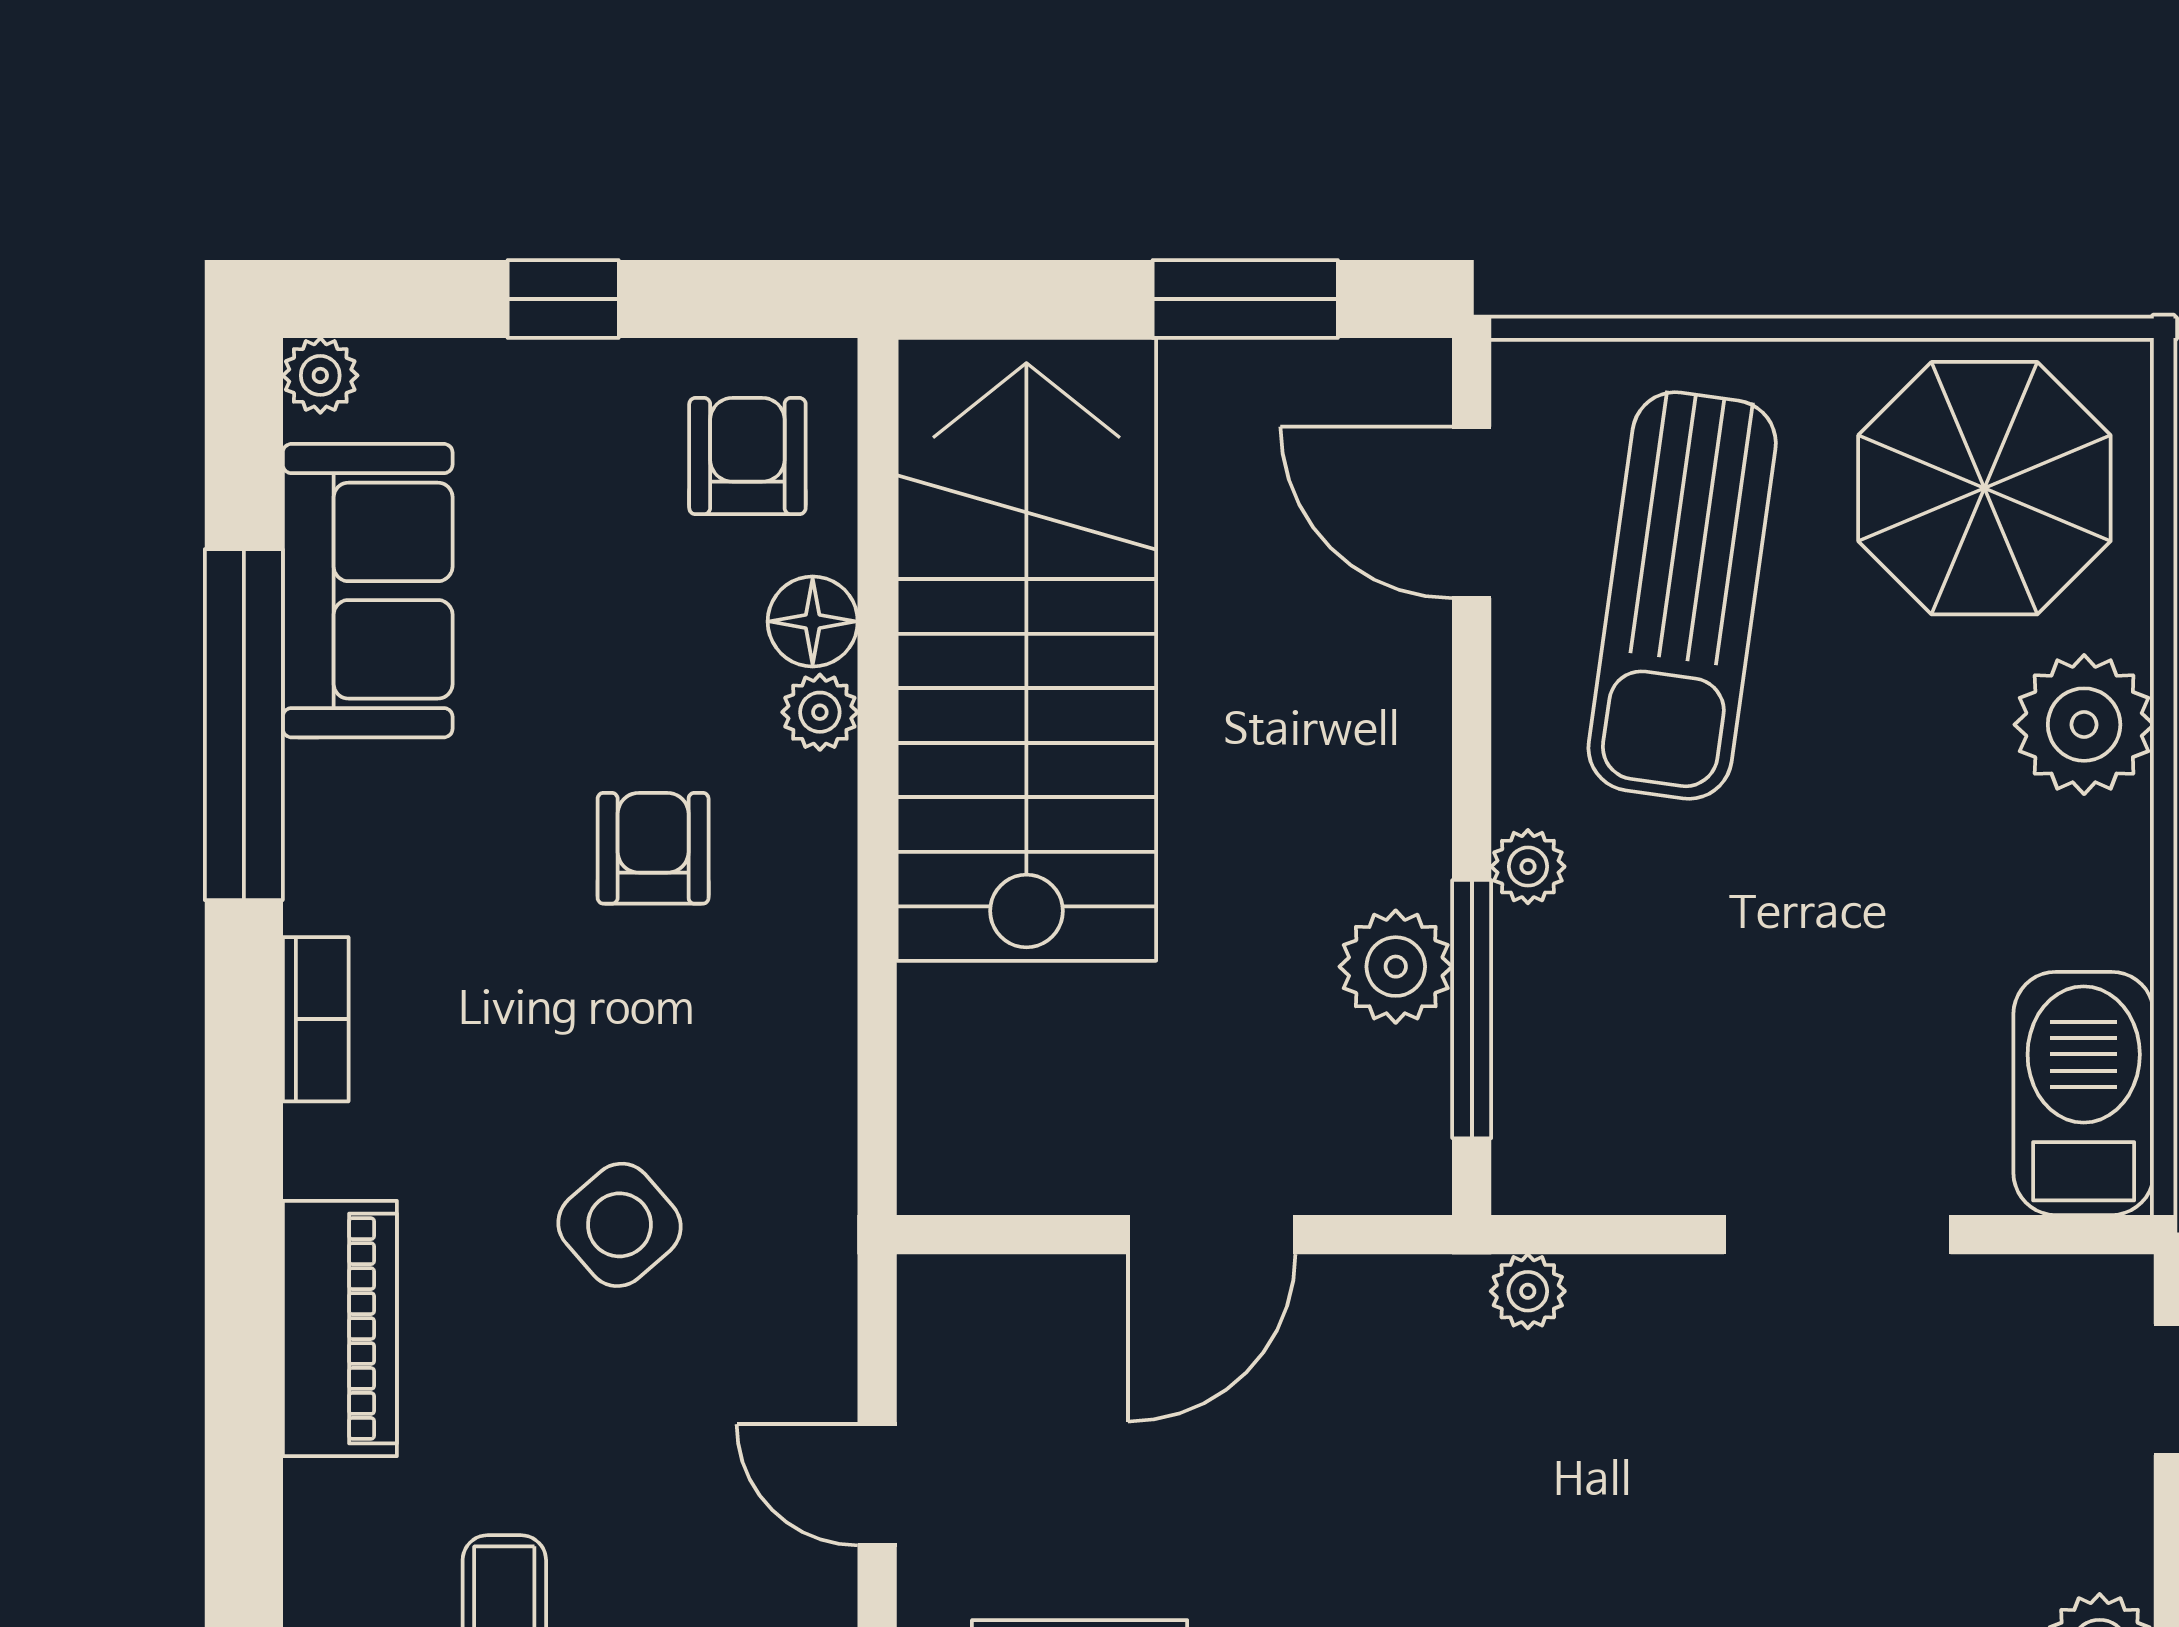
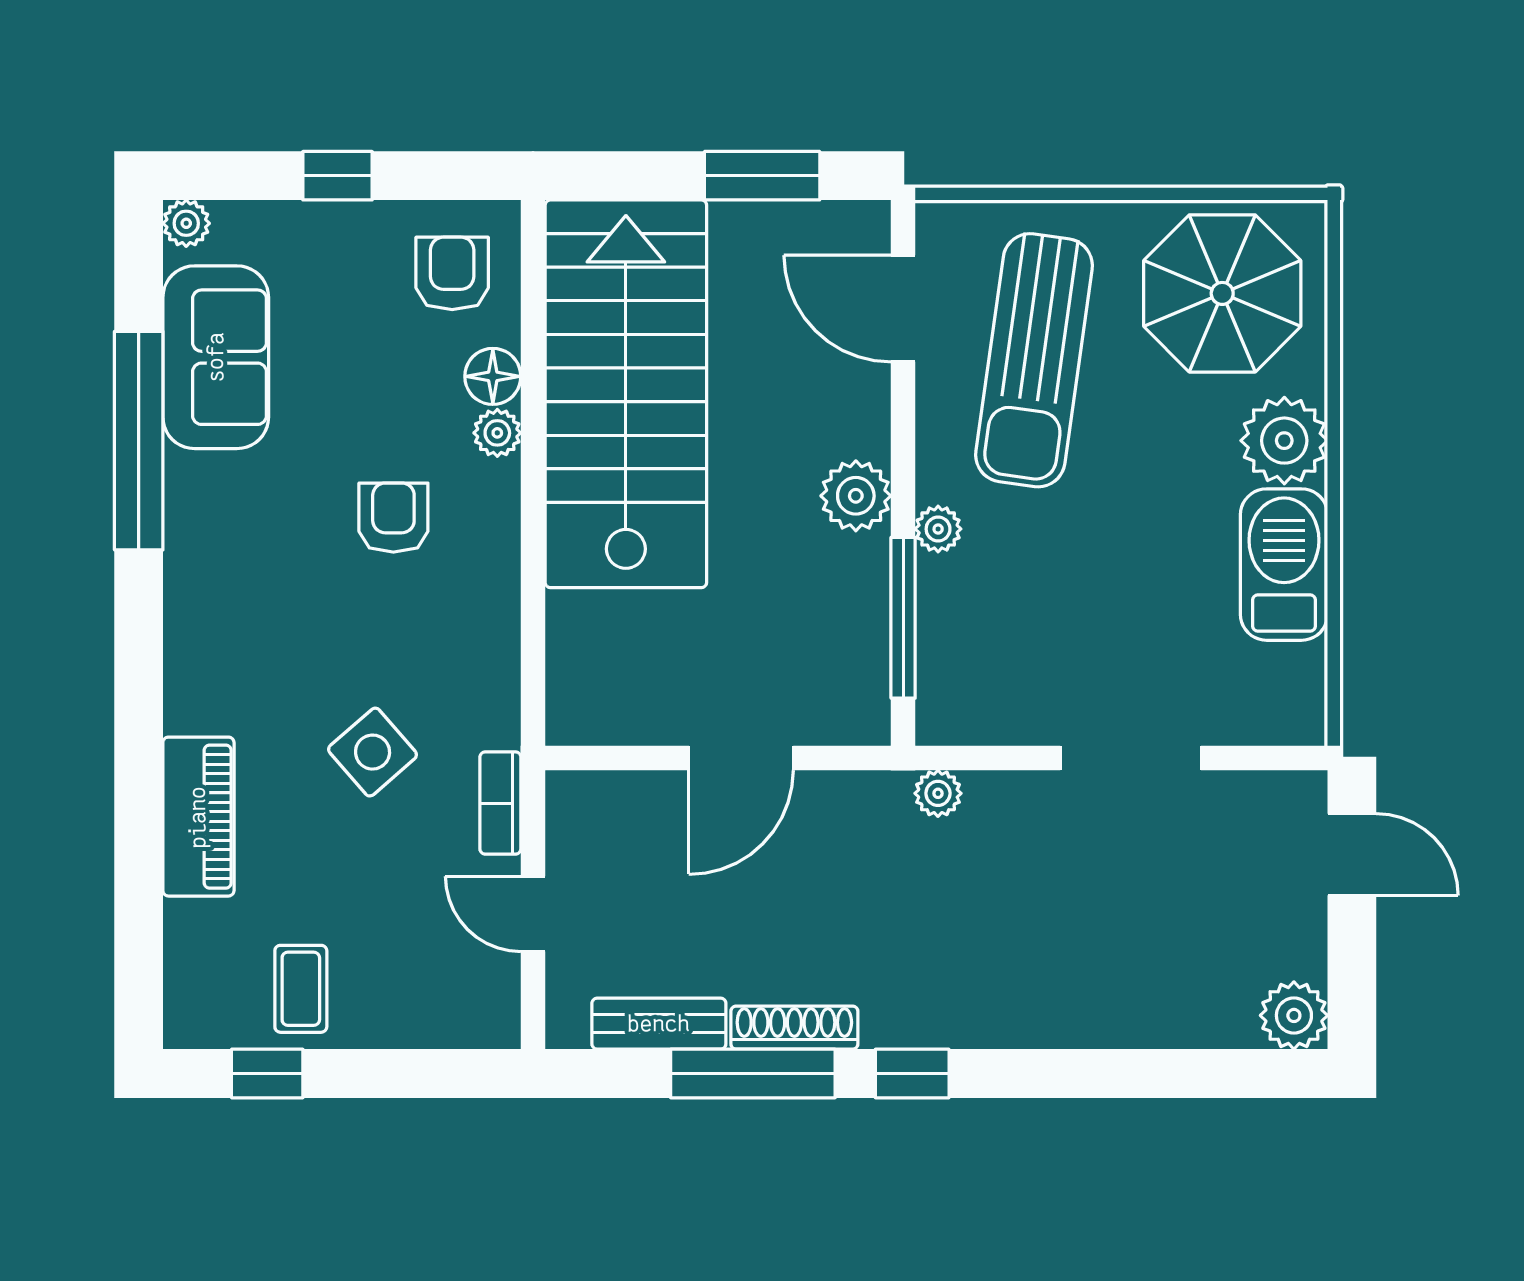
plant: (1396, 967) -> (856, 496), moved
bookcase: (316, 1019) -> (500, 803), moved, turned 180
barbecue: (2084, 1093) -> (1284, 565), moved

